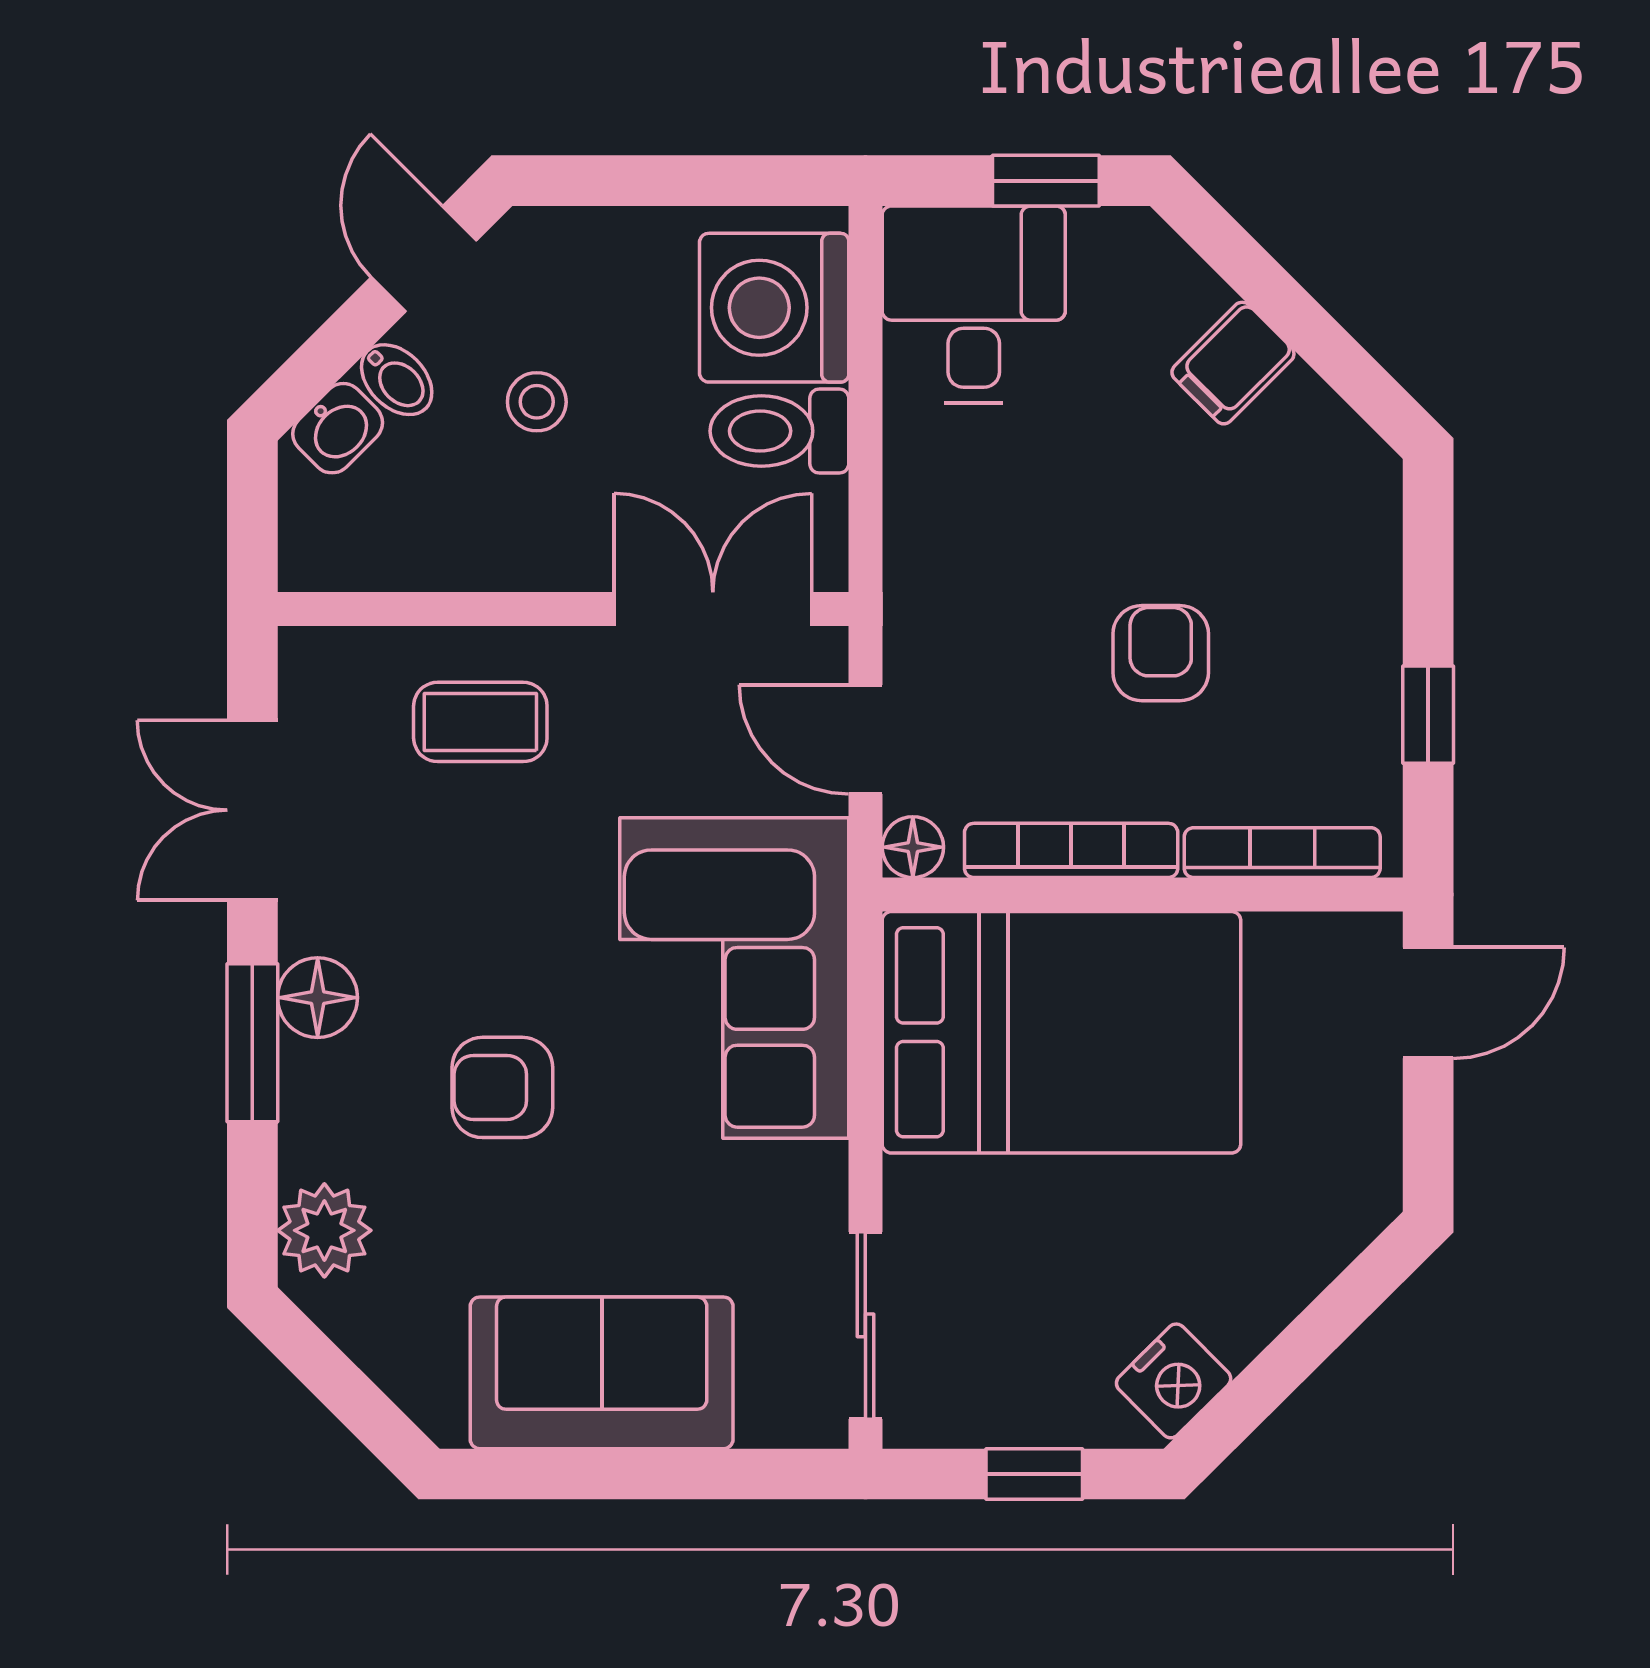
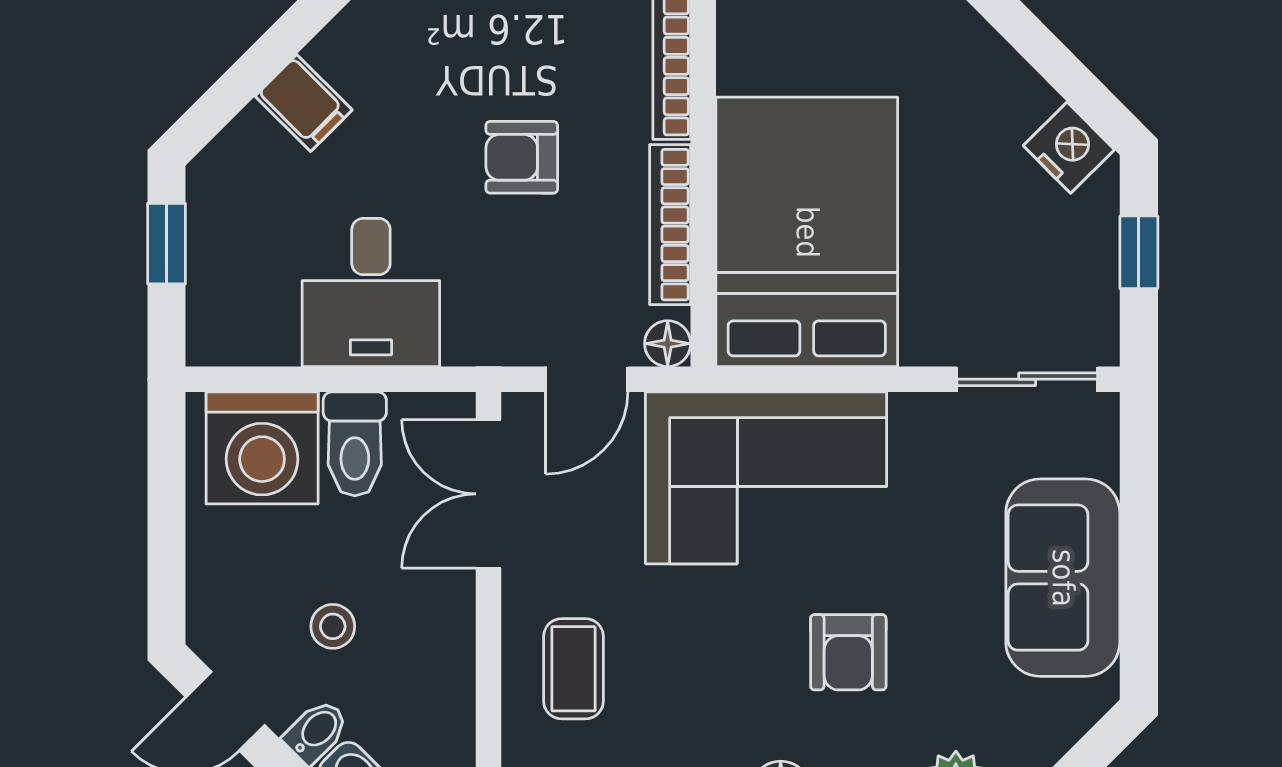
desk: (974, 304) -> (371, 292), moved, turned -90

